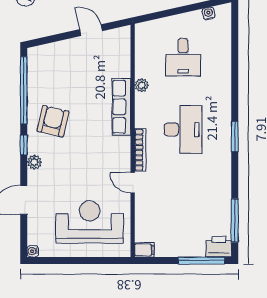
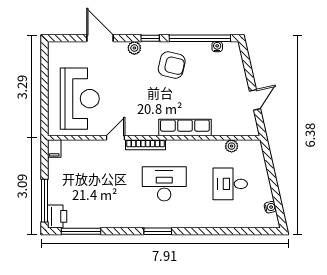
plant: (142, 85) -> (232, 146), moved
desk: (183, 129) -> (164, 184), turned 180
water cooler: (33, 251) -> (217, 47), moved

